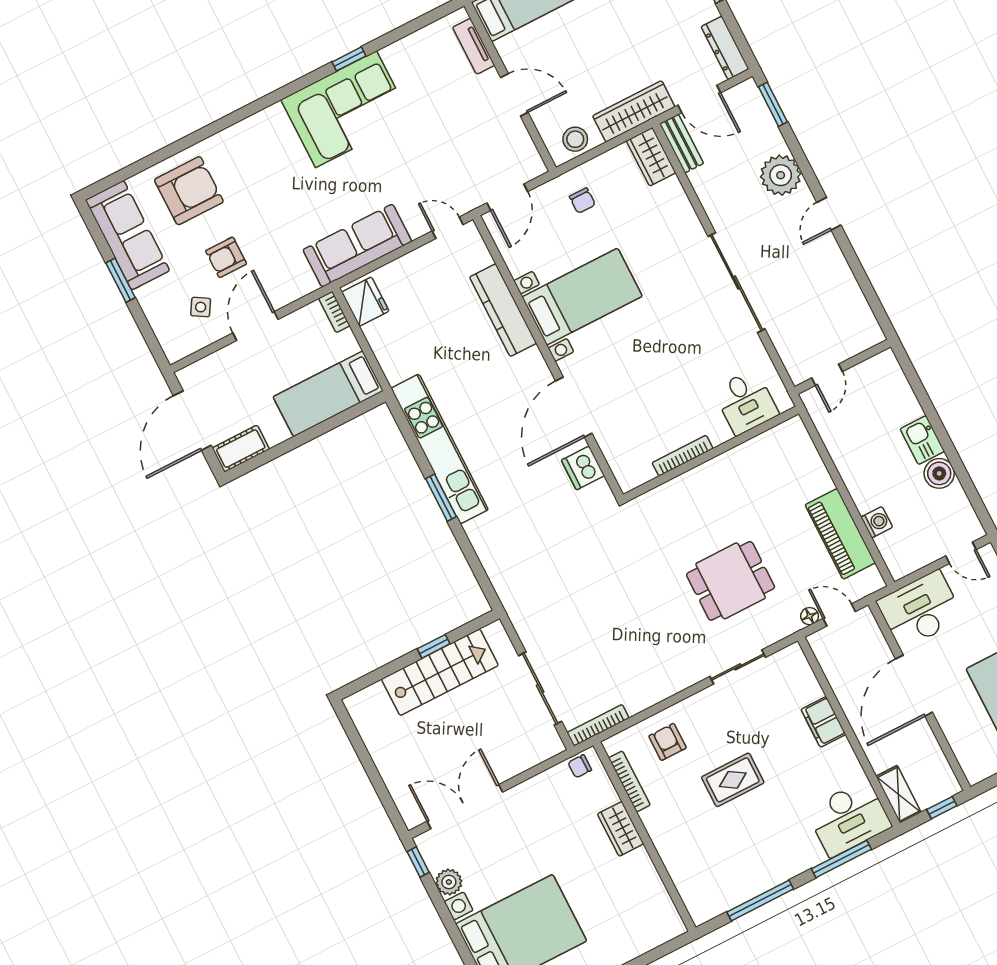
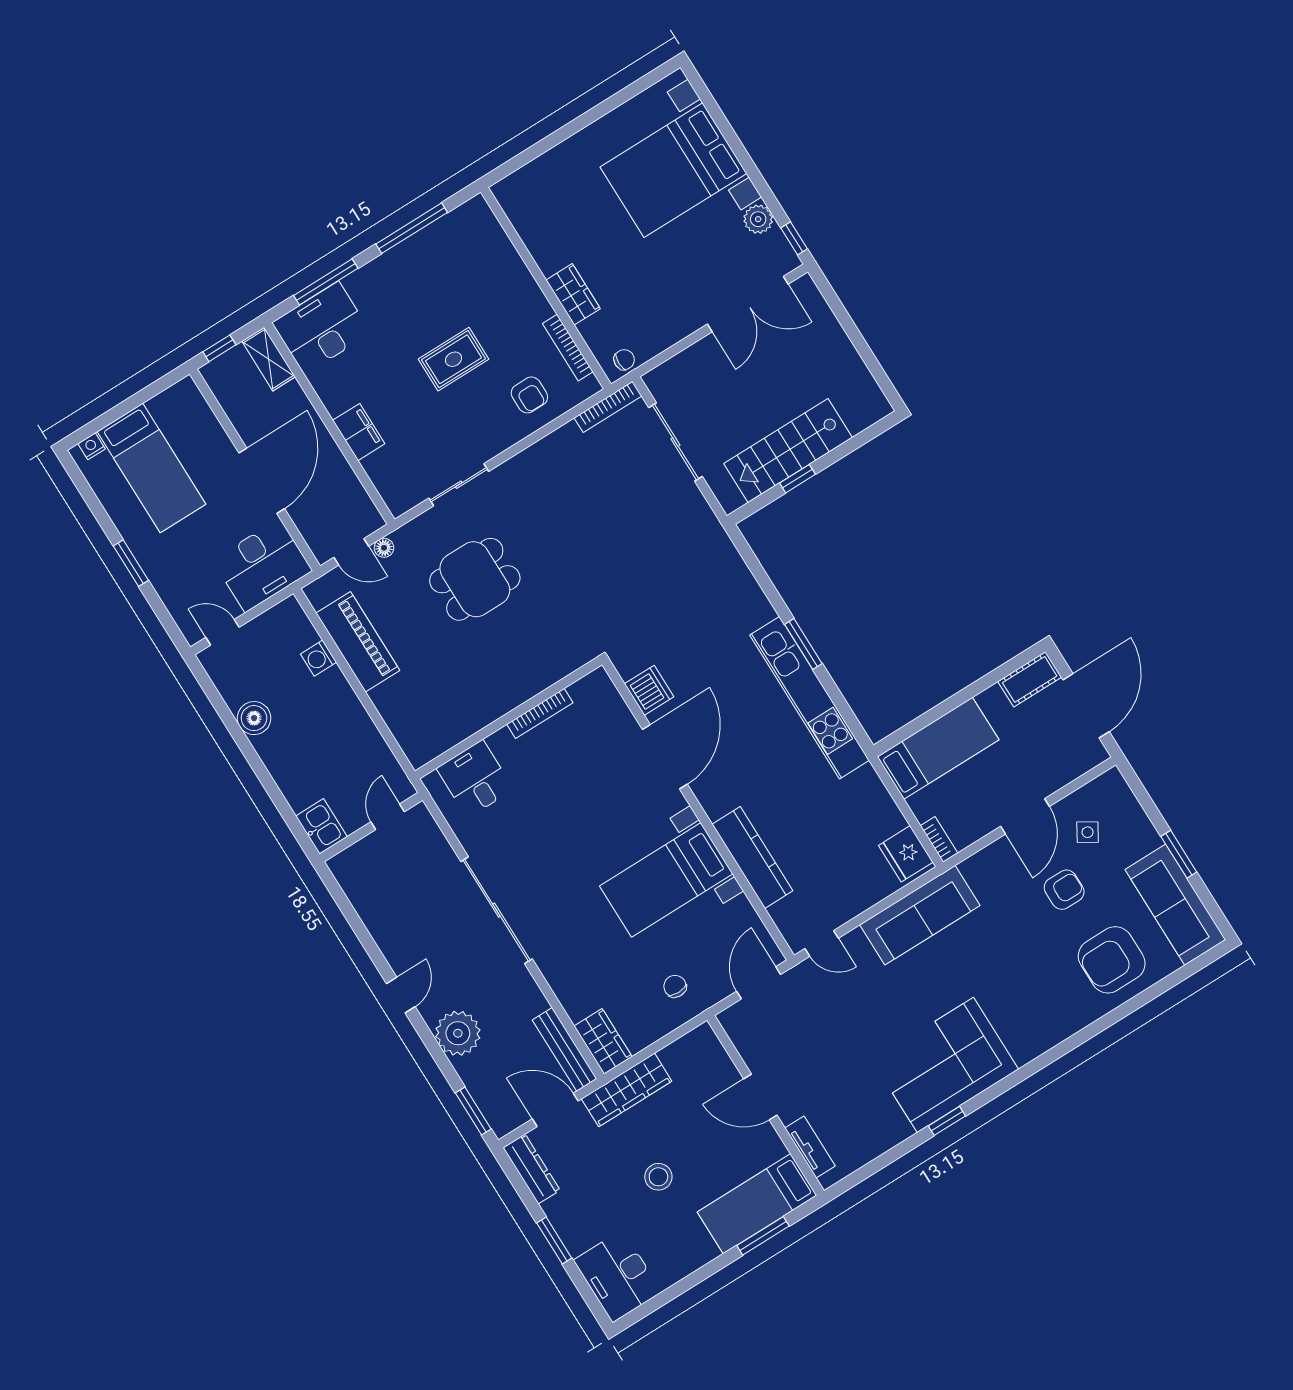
stool: (575, 139) -> (658, 1177), moved
bench: (682, 144) -> (565, 1049), width x1.36
kitchen sink: (922, 440) -> (321, 826), moved

